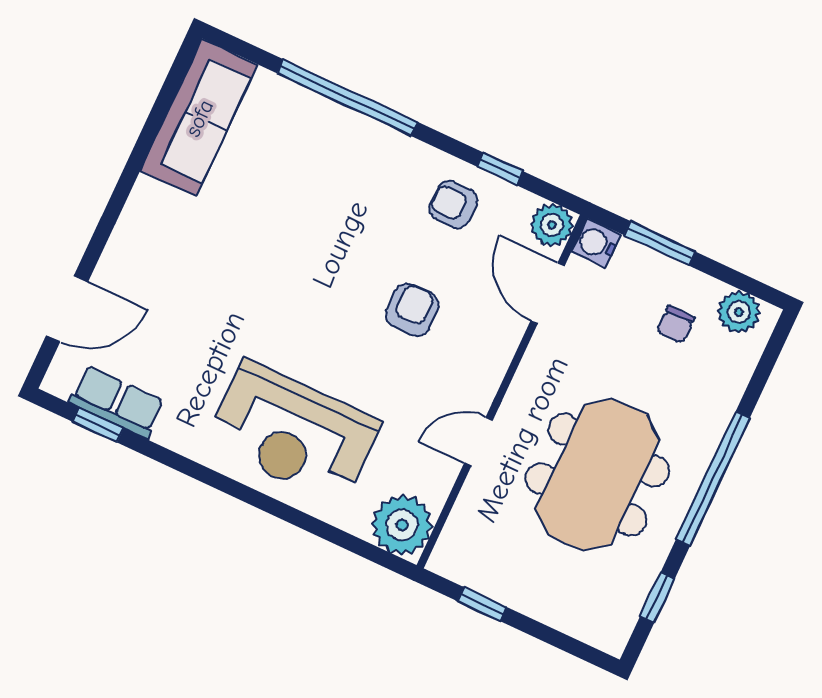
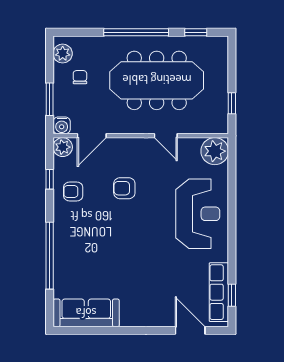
armchair: (453, 205) -> (73, 191), turned 90
chair: (675, 325) -> (80, 77), turned -90
row of seats: (117, 402) -> (219, 292), width x1.48
meeting table: (598, 475) -> (157, 80), width x1.36

